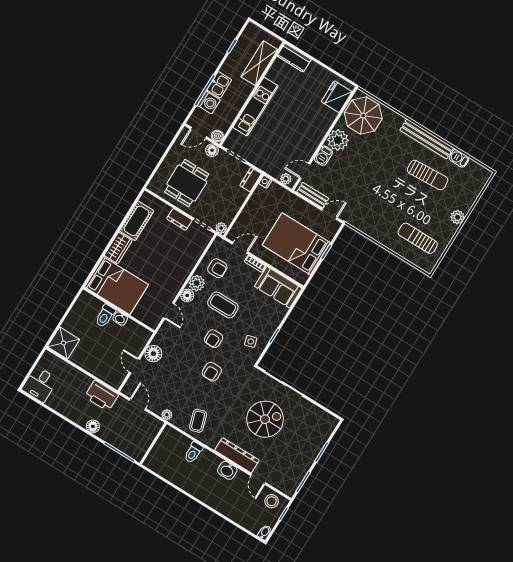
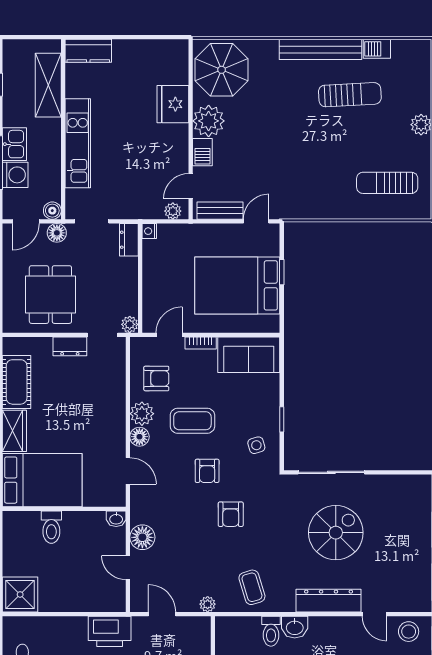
fridge: (337, 97) -> (173, 104), moved
washbasin: (120, 319) -> (116, 519), moved
washbasin: (227, 470) -> (295, 627), moved

